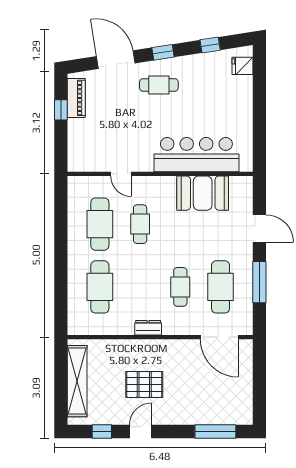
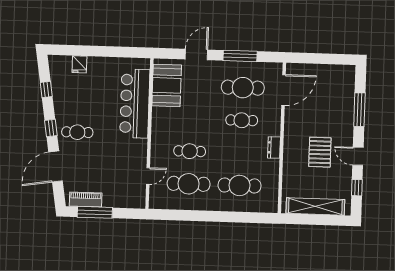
fridge: (242, 66) -> (79, 64), moved
cafe table: (159, 85) -> (77, 132), turned 90
window: (61, 110) -> (95, 212), width x2.17
door: (121, 174) -> (148, 176), moved
booth: (203, 193) -> (167, 85), moved
window: (215, 431) -> (359, 110), moved

